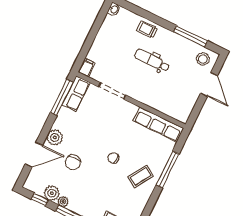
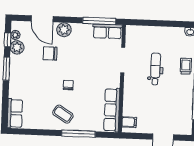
stool: (203, 59) -> (182, 123), removed
dental chair: (152, 60) -> (155, 69), moved
filing cabinet: (87, 68) -> (129, 122), moved
plant: (63, 202) -> (15, 35), moved

